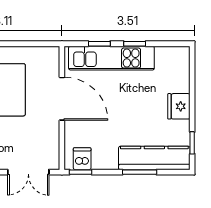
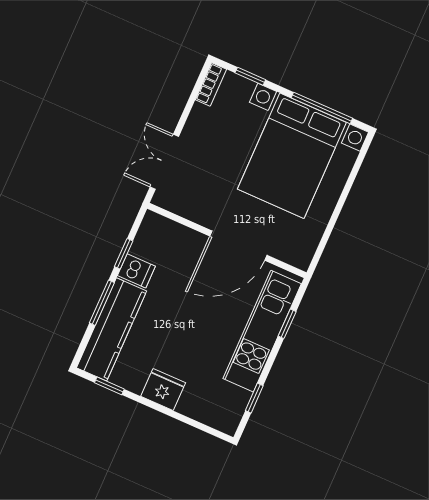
window: (135, 44) -> (254, 398), moved
dishwasher: (82, 159) -> (136, 271), moved
window: (81, 172) -> (124, 254), moved

